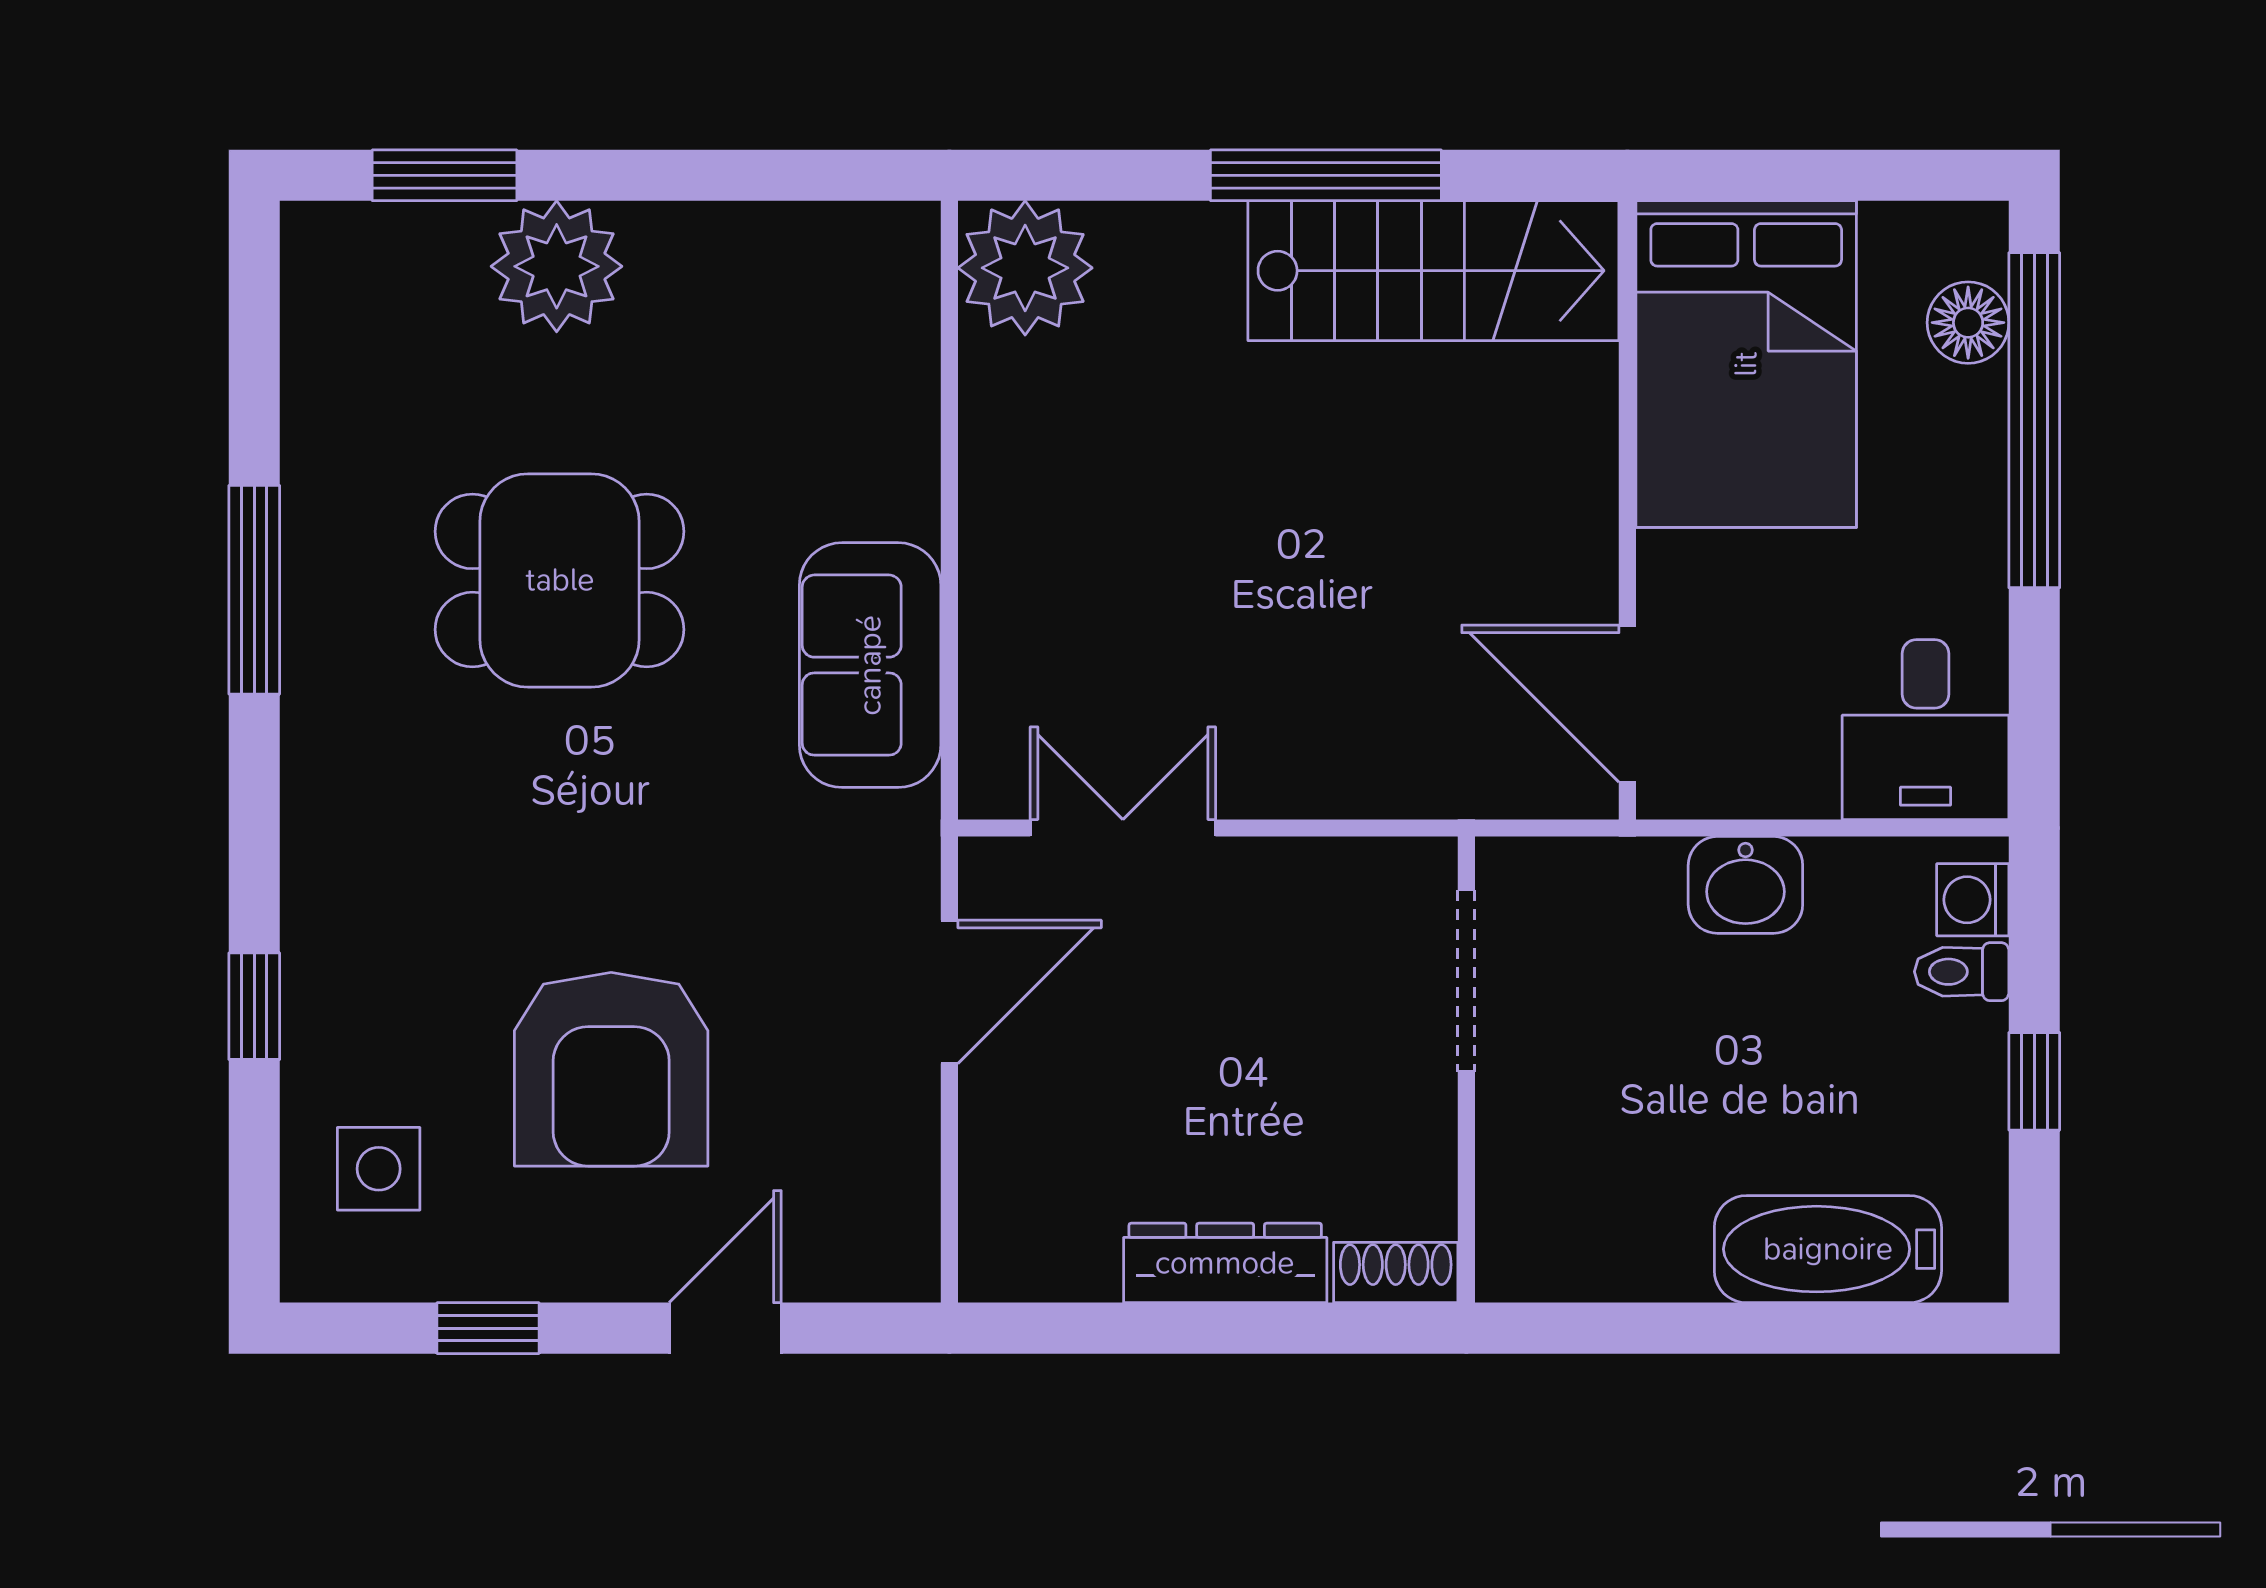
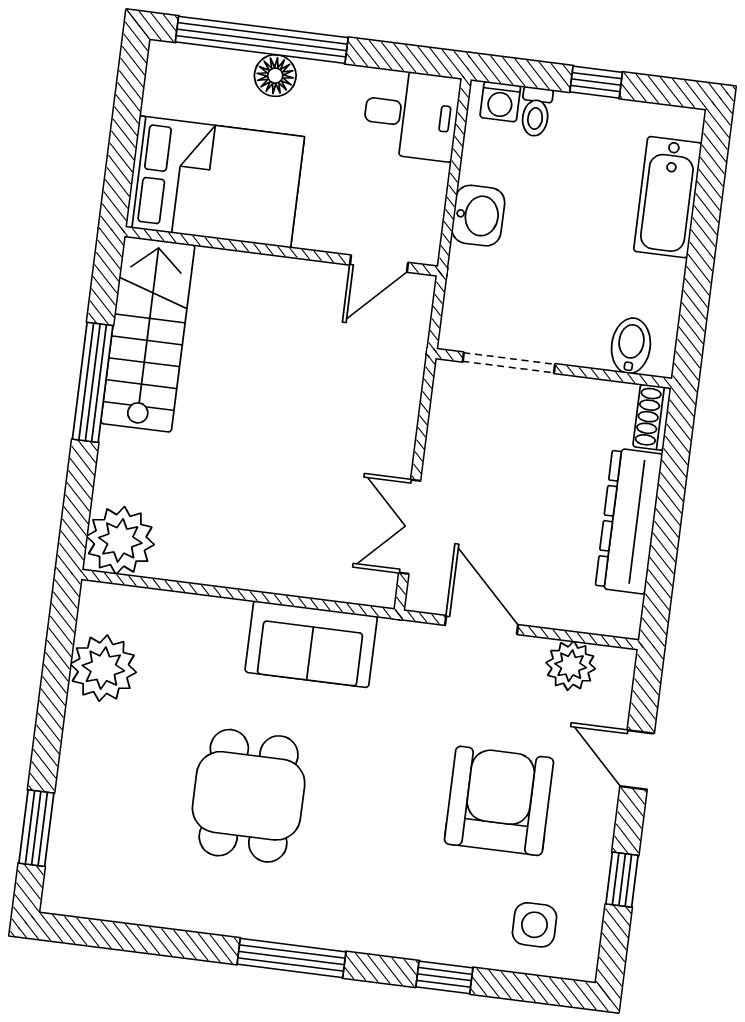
plant: (557, 266) -> (103, 668), moved
floor lamp: (1968, 323) -> (275, 76), moved
window: (254, 590) -> (291, 958), moved
door: (1627, 704) -> (379, 264), width x0.73
armchair: (611, 1069) -> (499, 801), turned -90
plant: (892, 1175) -> (571, 666), added
bidet: (1529, 1214) -> (631, 346), added
dresser: (1225, 1263) -> (629, 521), width x1.37, depth x1.24

